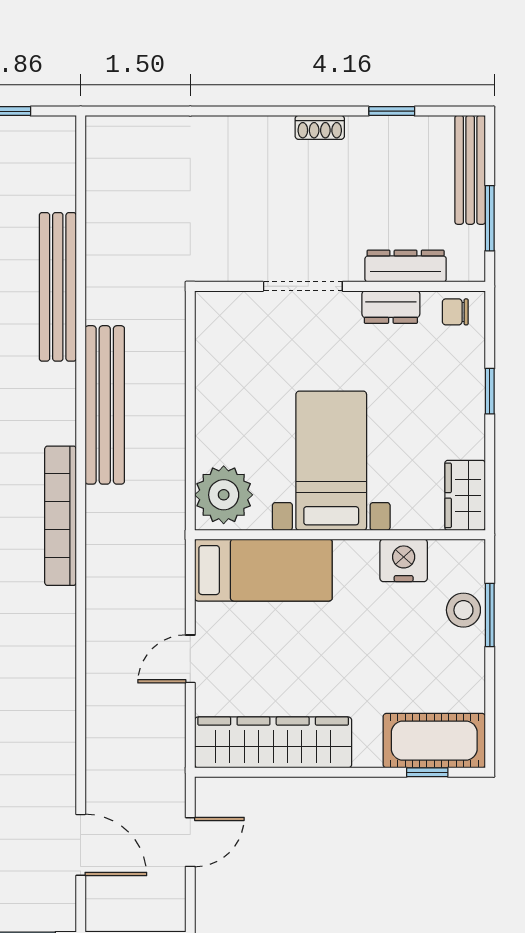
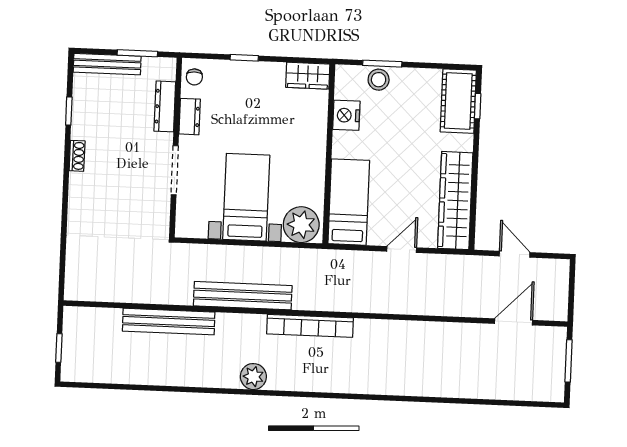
bed with nightstands: (331, 461) -> (246, 197), moved, turned 90
door: (190, 659) -> (402, 249), swing flipped

